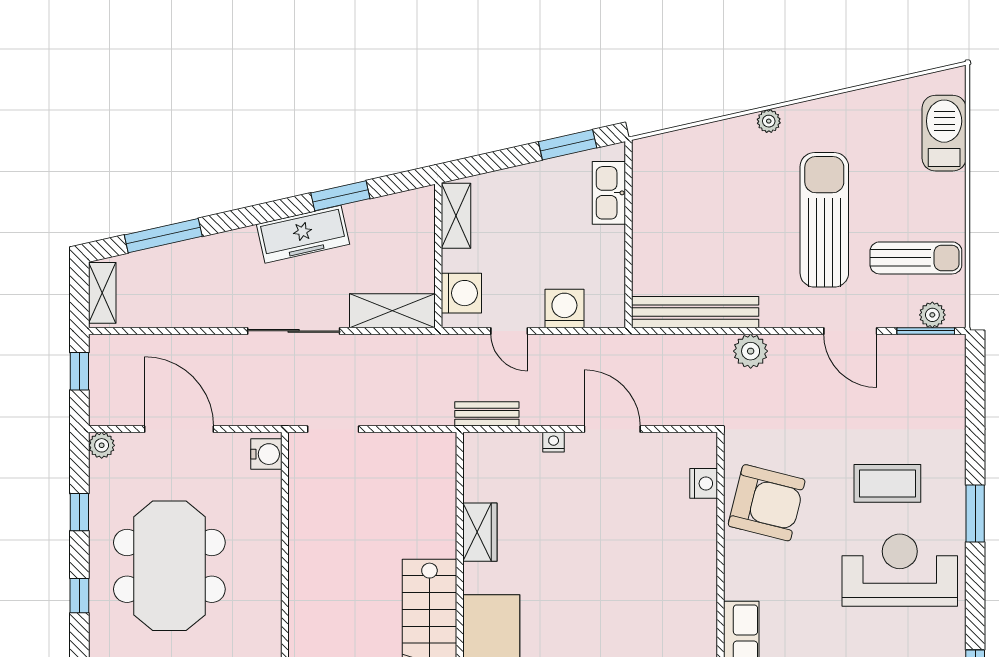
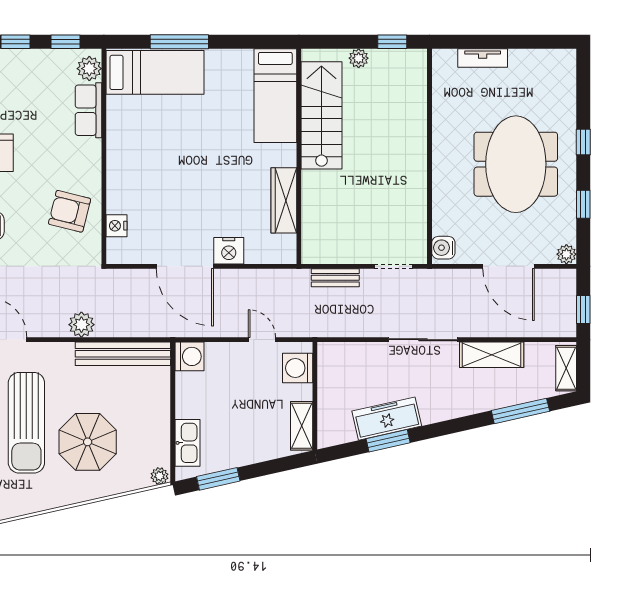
plant: (769, 121) -> (160, 476), moved
parasol: (742, 194) -> (88, 442), added
freezer: (303, 234) -> (387, 419), moved
washing machine: (564, 309) -> (189, 356), moved, turned -90
shelving: (392, 311) -> (492, 355), moved
bench: (487, 414) -> (335, 278), moved
door: (612, 429) -> (185, 266), width x1.36
nightstand: (554, 442) -> (229, 251), width x1.89, depth x1.79
armchair: (767, 503) -> (70, 211), width x0.73, depth x0.73
wardrobe: (480, 532) -> (284, 200), width x1.50

